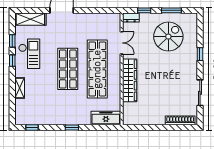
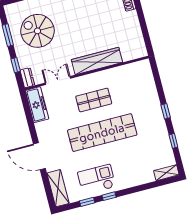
shop shelf: (68, 69) -> (102, 133), width x1.40
shop shelf: (97, 69) -> (94, 100), width x0.50, depth x0.74
shelving: (20, 88) -> (166, 173), moved
freezer: (106, 118) -> (37, 105), moved, turned 180
window: (32, 128) -> (173, 141), moved

